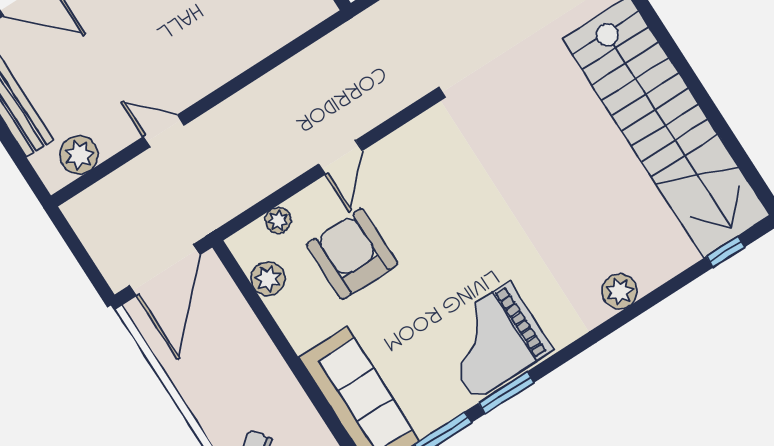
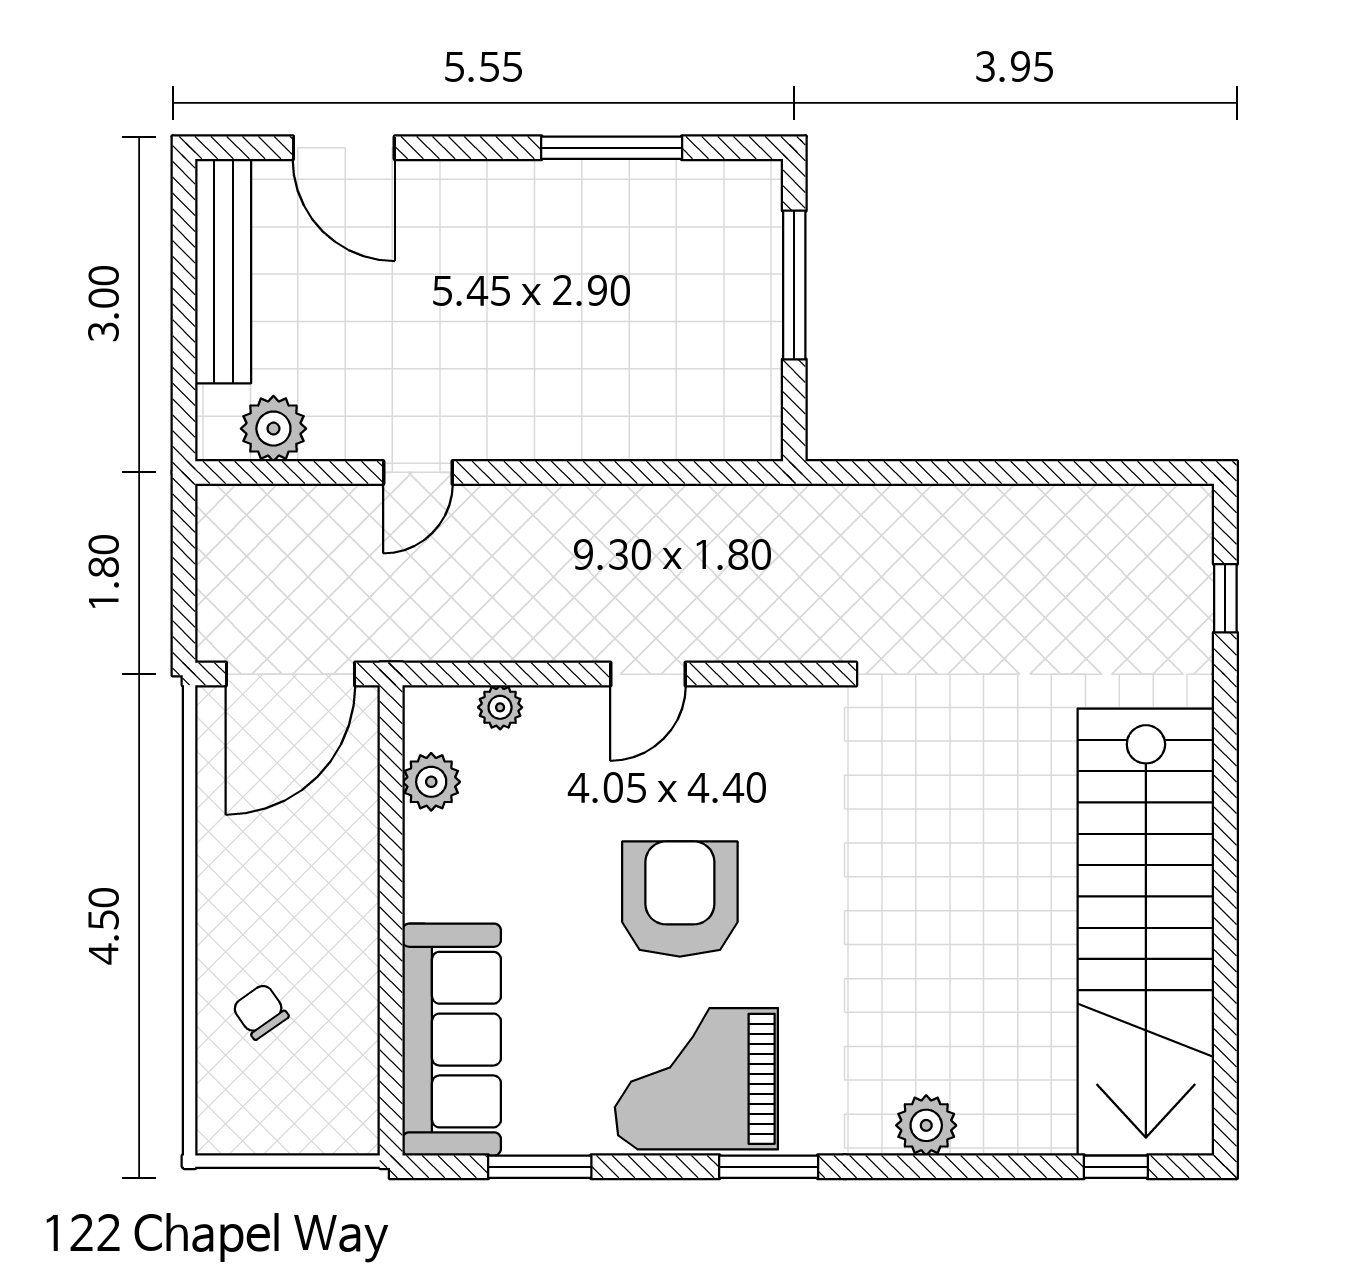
door: (164, 131) -> (418, 472), swing flipped
armchair: (352, 254) -> (680, 899), moved
window: (506, 393) -> (769, 1167), moved

